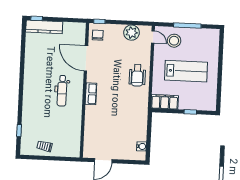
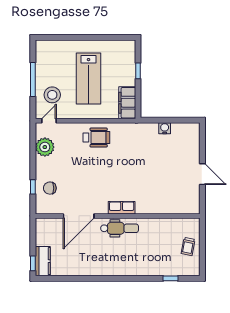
kitchen counter: (44, 27) -> (43, 261), width x0.67
door: (86, 58) -> (79, 216), moved
lab bench: (186, 71) -> (89, 79), turned 180
wall: (84, 90) -> (118, 216), moved
row of seats: (91, 94) -> (122, 208), moved
water cooler: (142, 146) -> (165, 128), moved

